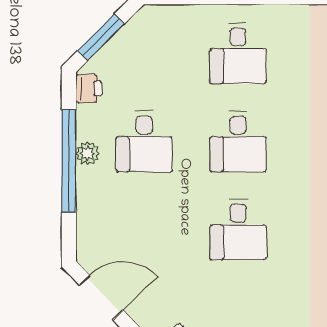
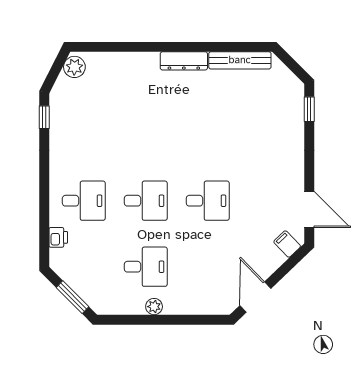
printer: (89, 88) -> (58, 237), moved, turned 90
window: (69, 161) -> (159, 320), removed

